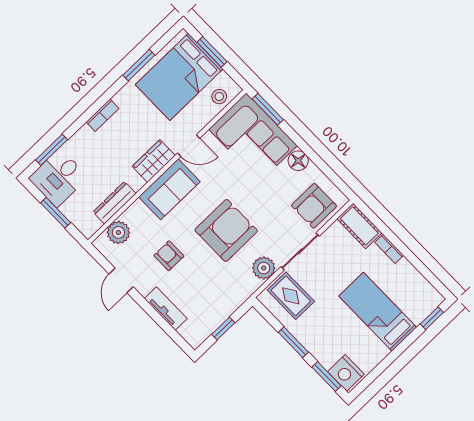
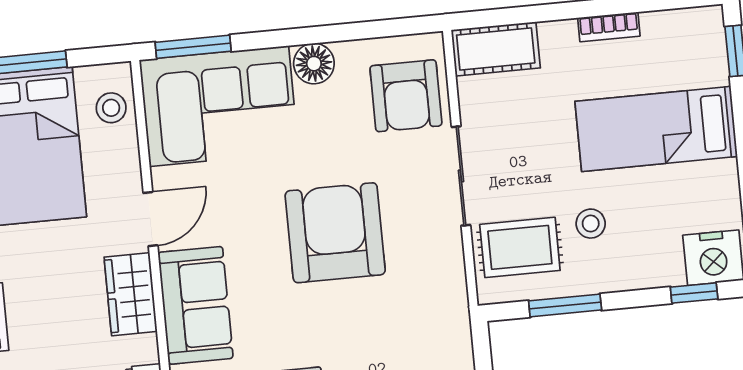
armchair: (226, 230) -> (335, 233), moved
bookcase: (389, 249) -> (609, 27), moved
plant: (264, 268) -> (441, 255), removed
stool: (322, 316) -> (591, 224), added
window: (293, 342) -> (565, 305), moved
window: (327, 376) -> (694, 293), width x0.67

